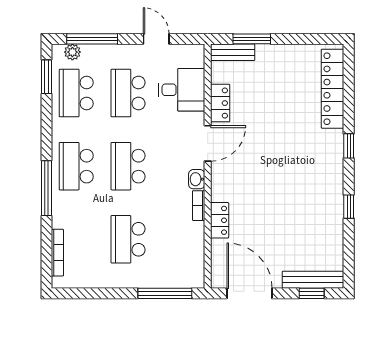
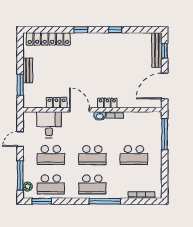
bench: (233, 52) -> (28, 71), moved
locker: (220, 220) -> (107, 103), moved

